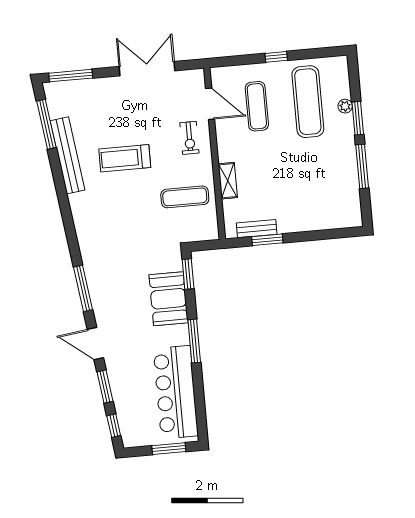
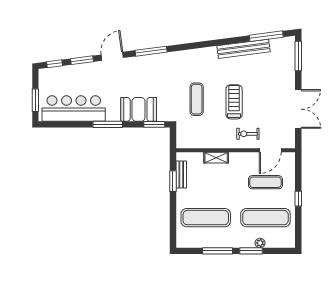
treadmill: (125, 158) -> (234, 102), moved
exercise mat: (316, 188) -> (206, 218), added
exercise mat: (185, 197) -> (197, 99), moved

